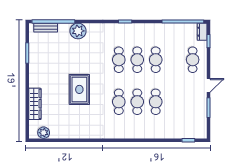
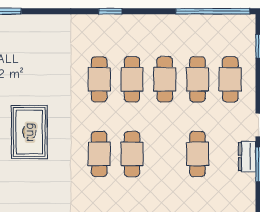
plant: (78, 31) -> (27, 28), removed
dresser: (202, 32) -> (247, 157), moved
cafe table: (174, 60) -> (197, 79), added
cafe table: (156, 102) -> (197, 154), moved

